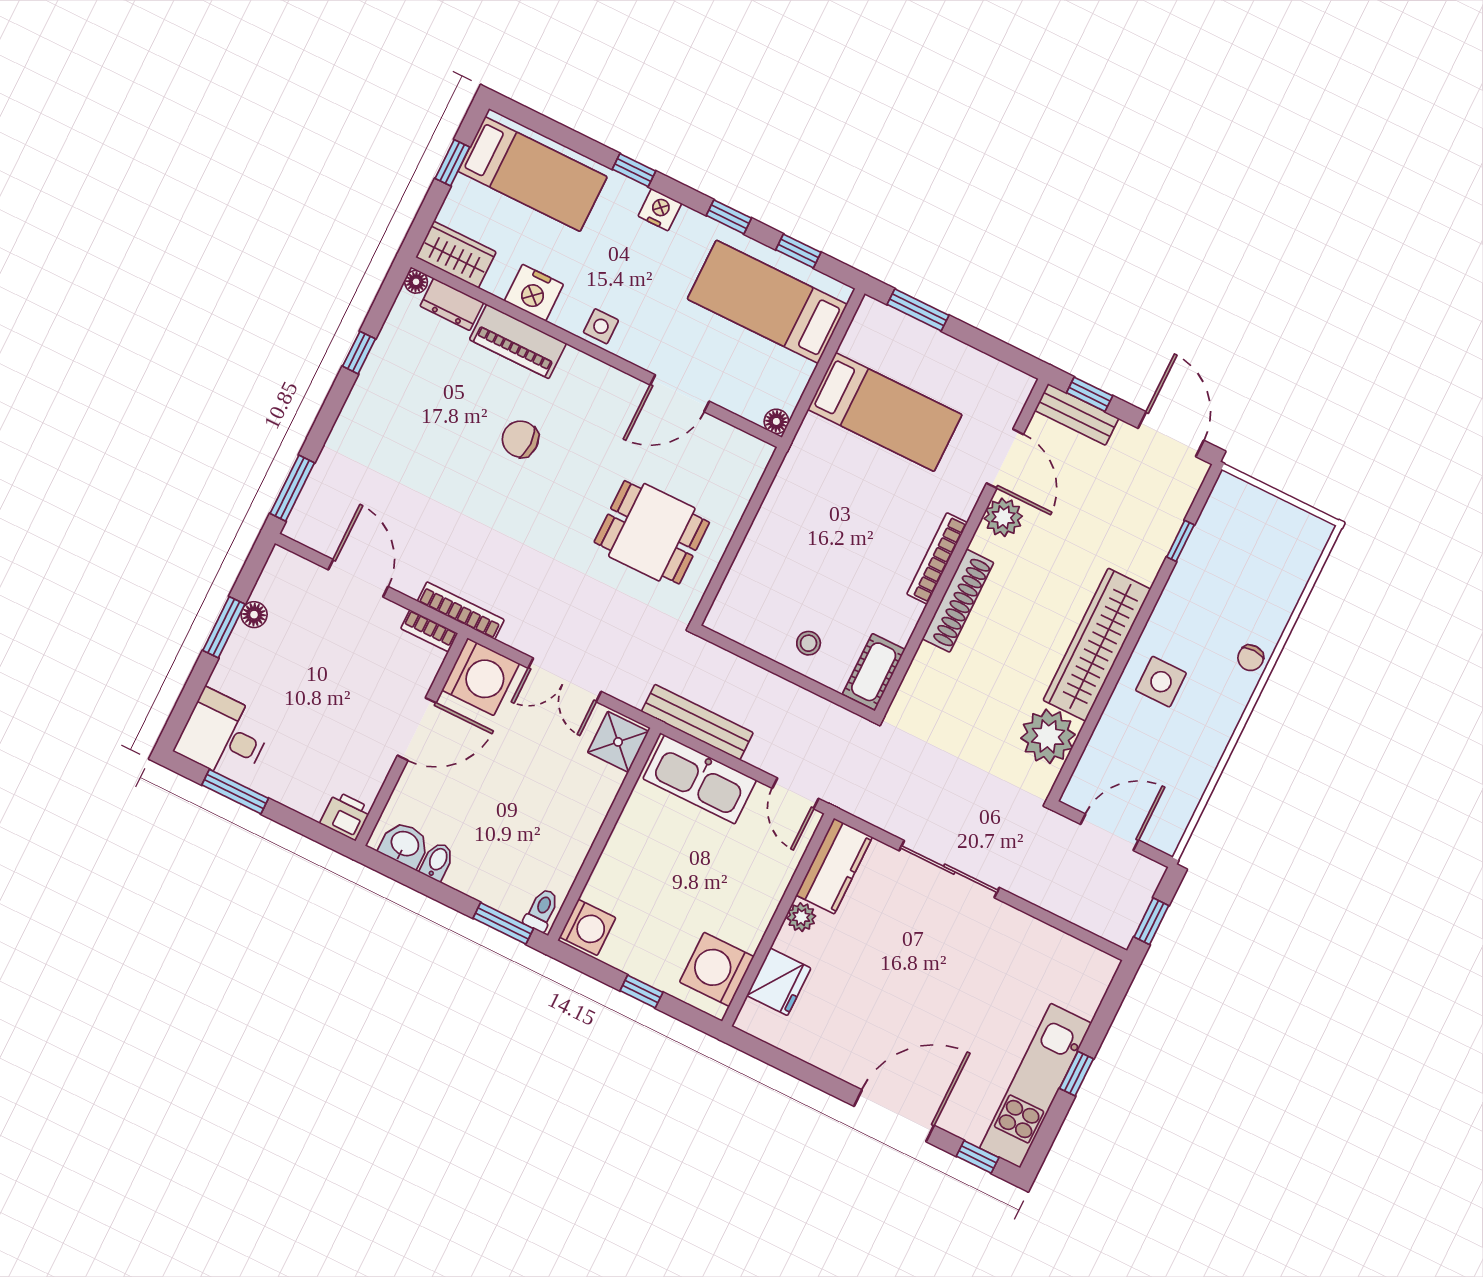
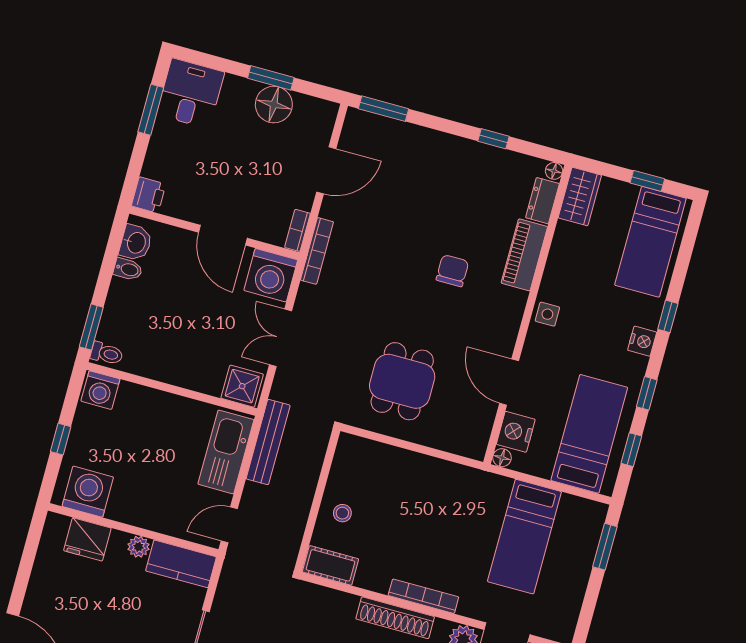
nightstand: (534, 293) -> (516, 432), moved
floor lamp: (254, 615) -> (274, 105), width x1.89, depth x1.89

